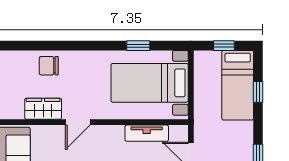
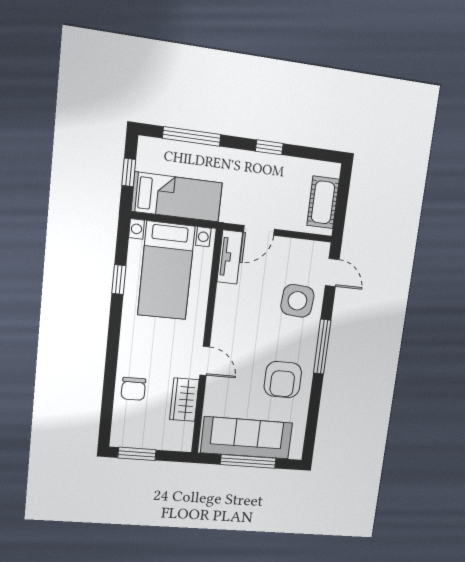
bed: (238, 85) -> (177, 197), moved
window: (258, 92) -> (192, 136), width x2.17
tv unit: (147, 133) -> (230, 257), moved

